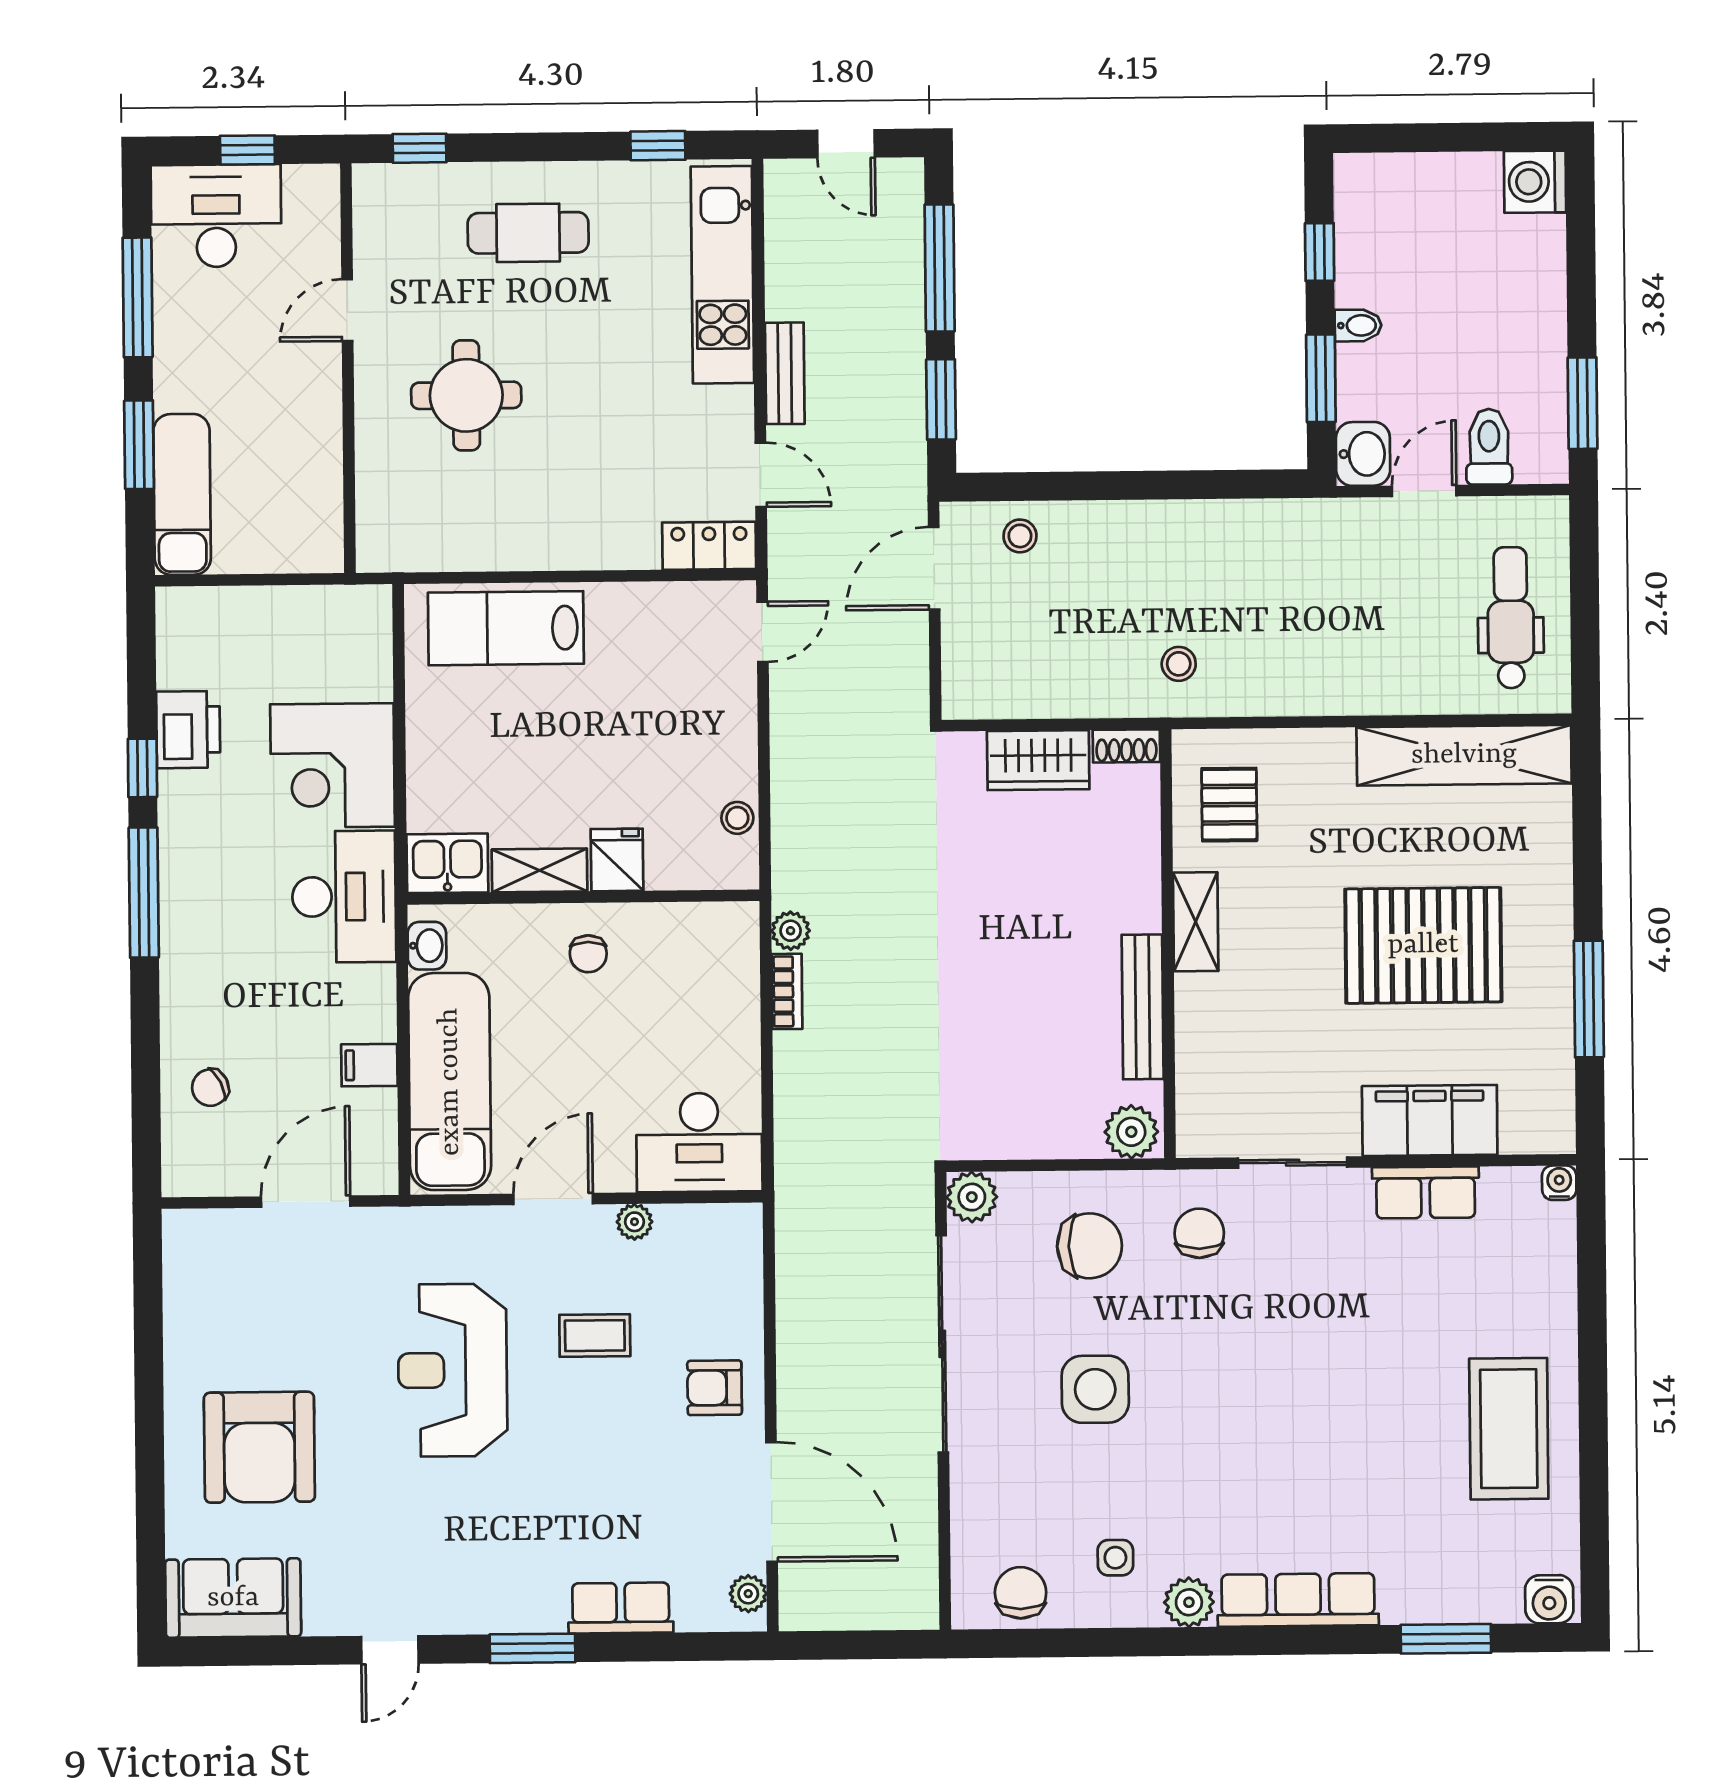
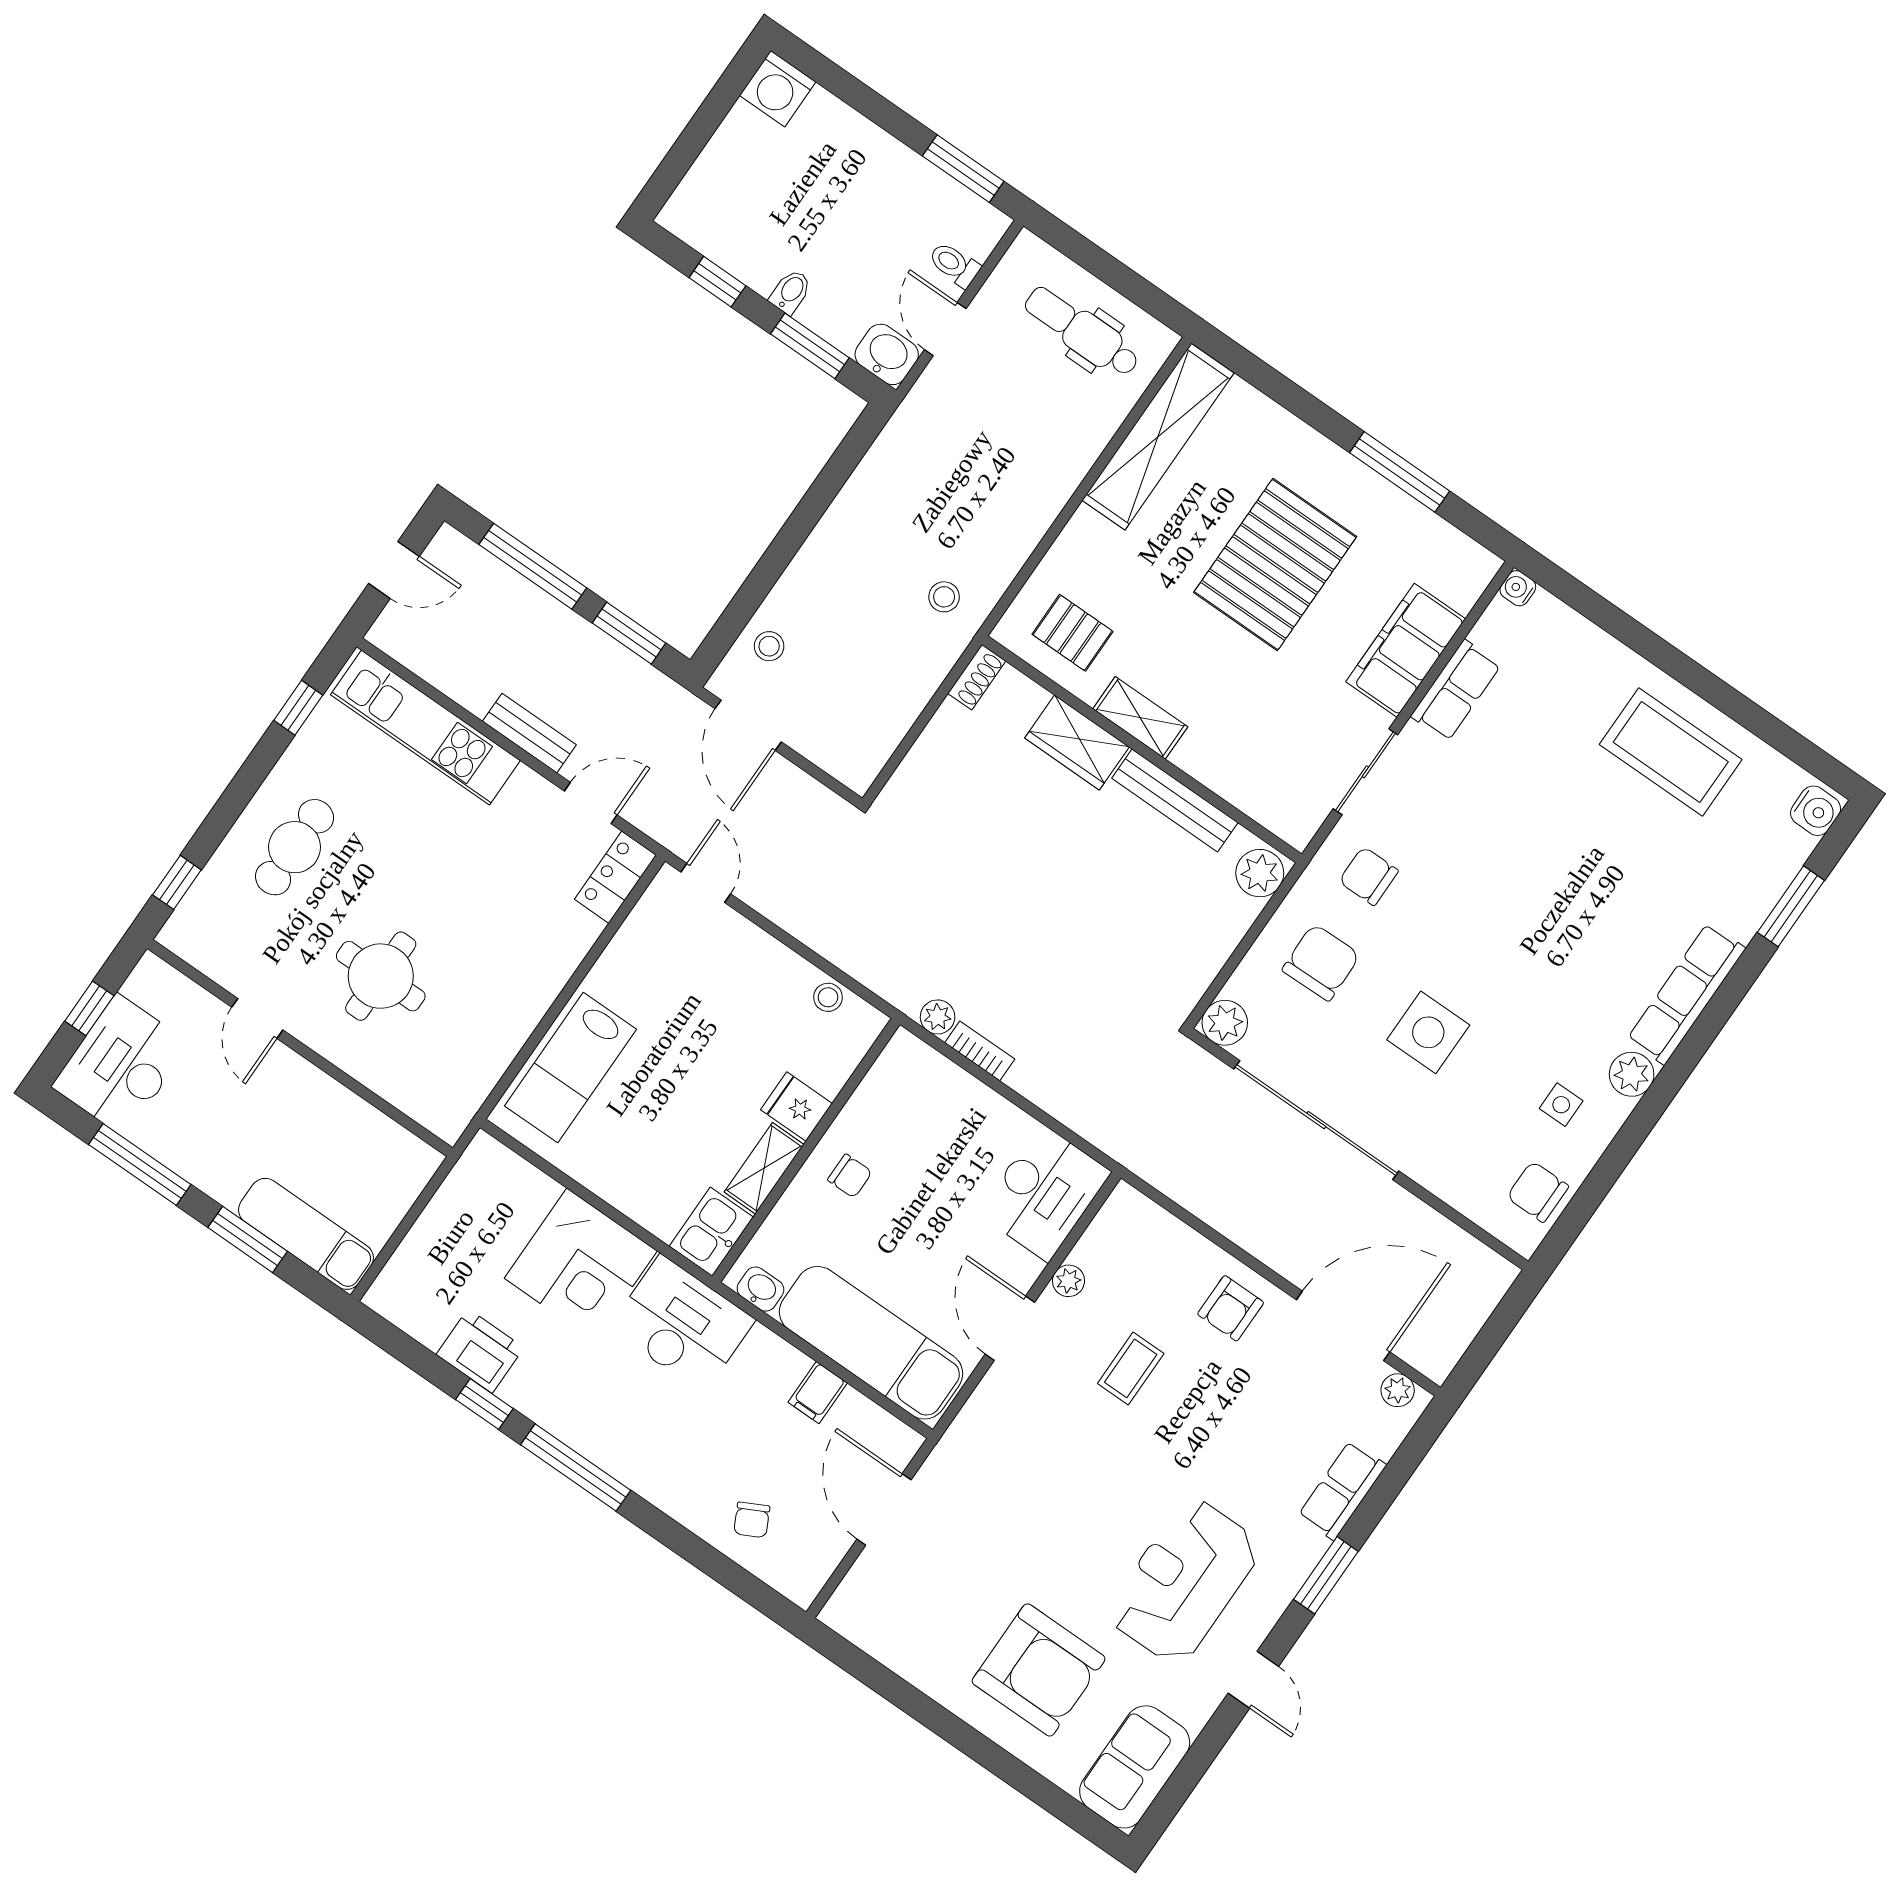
toilet: (1489, 447) -> (954, 264), width x0.73, depth x0.72
wardrobe: (1038, 760) -> (1077, 743), moved, turned 90
reception desk: (453, 1370) -> (1184, 1581), moved, turned 90

